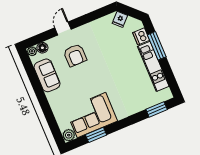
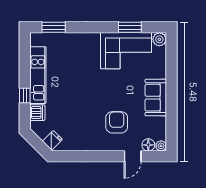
door: (63, 29) -> (133, 156), moved
window: (157, 46) -> (25, 95), width x0.46
sofa: (47, 75) -> (156, 98), moved

